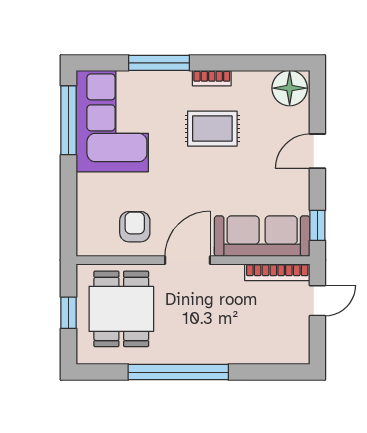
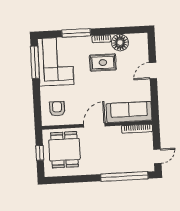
floor lamp: (290, 88) -> (120, 43), moved
window: (317, 225) -> (155, 106), removed
armchair: (135, 227) -> (57, 109), moved
door: (317, 301) -> (157, 156), moved
window: (178, 372) -> (124, 176), moved

